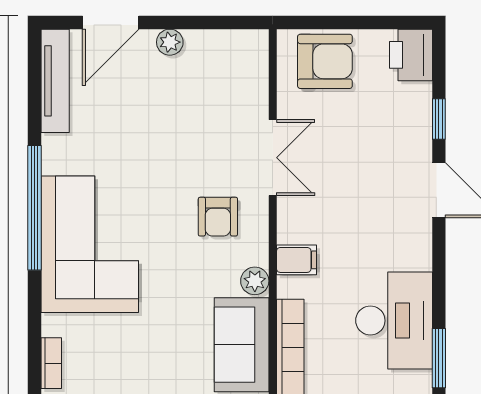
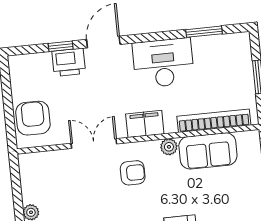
printer: (411, 55) -> (69, 62), moved
filing cabinet: (297, 260) -> (145, 124), width x2.00
desk: (394, 321) -> (163, 63), moved

